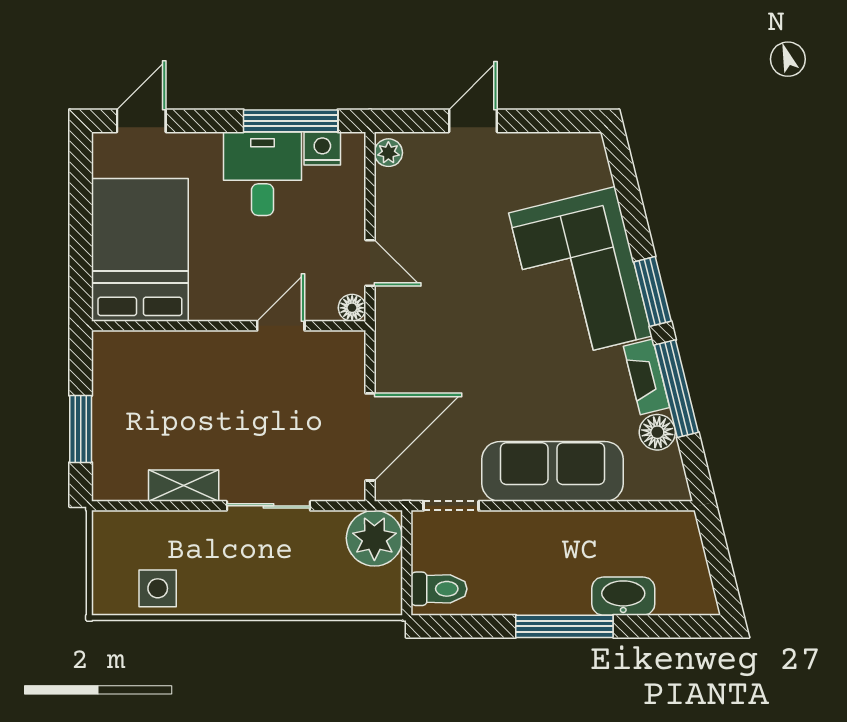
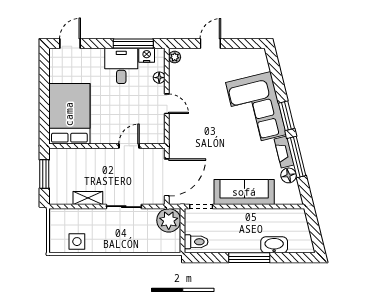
bed: (140, 250) -> (69, 114), moved
floor lamp: (352, 308) -> (159, 78), moved
wall: (229, 326) -> (107, 146), moved
door: (281, 326) -> (129, 146), moved

